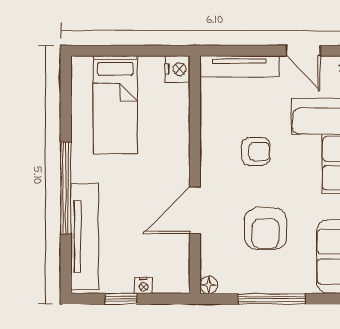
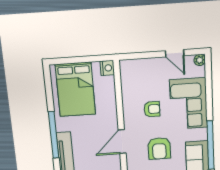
tv unit: (239, 66) -> (141, 64), removed
bed: (115, 105) -> (75, 89), width x1.50

